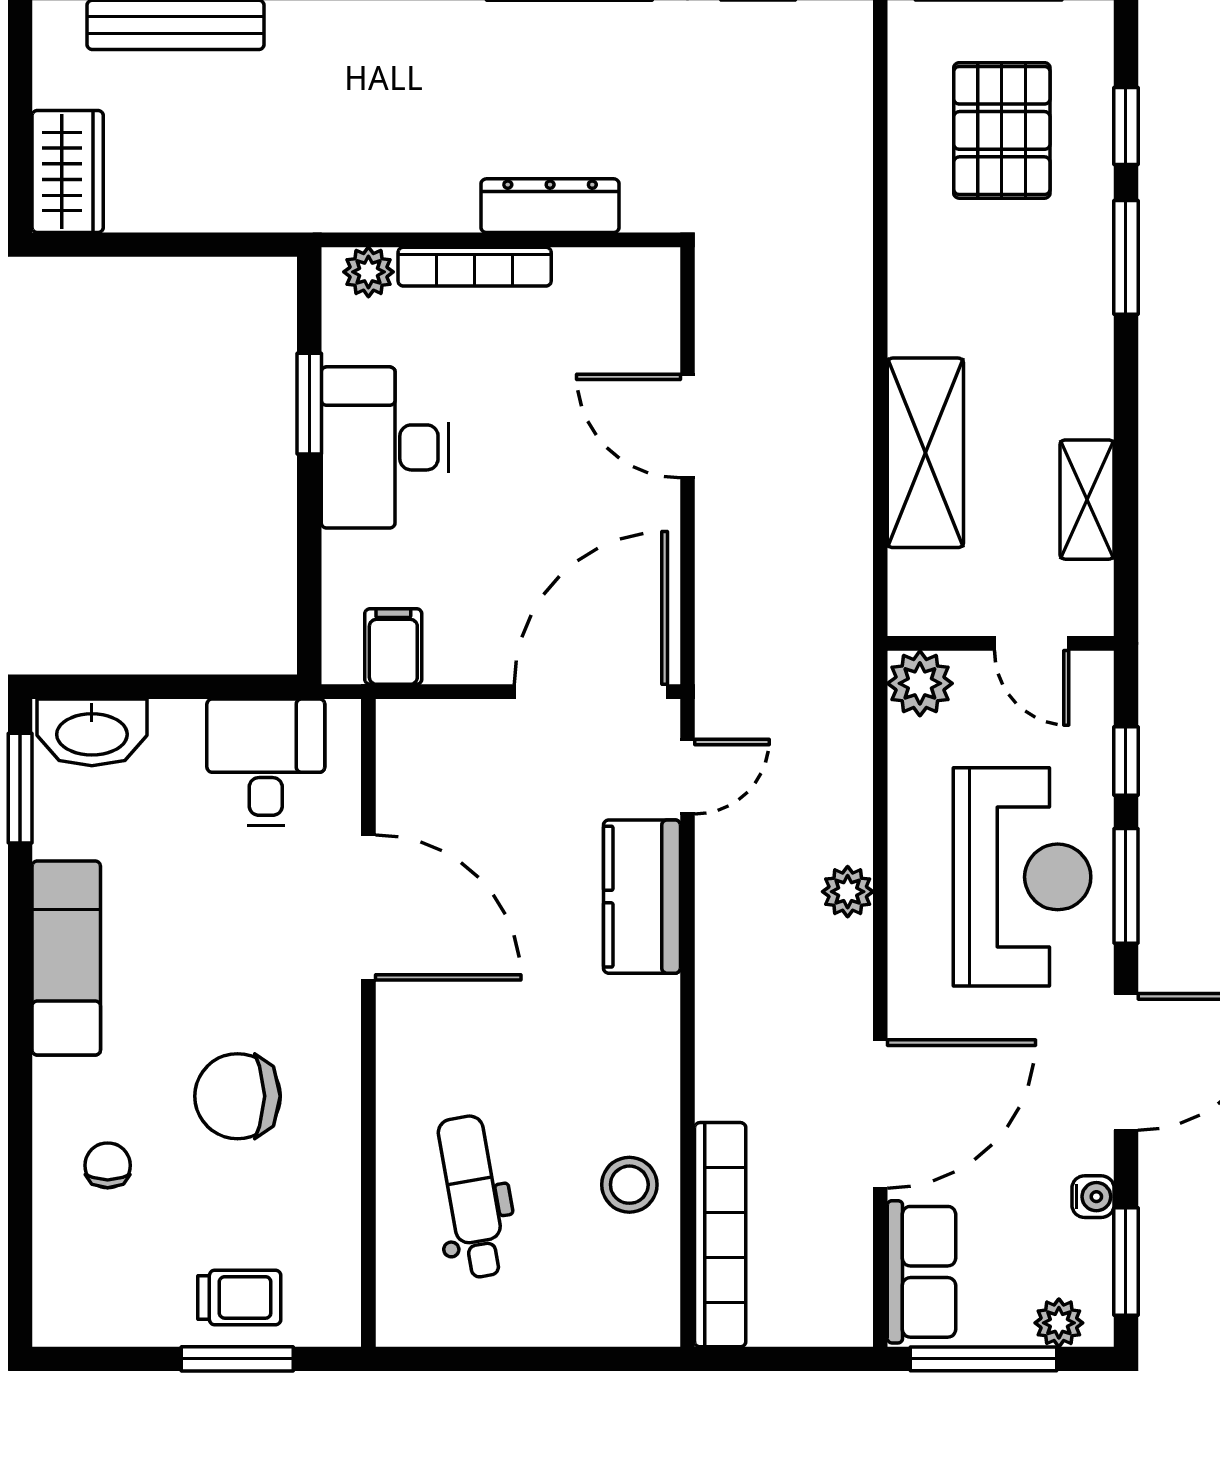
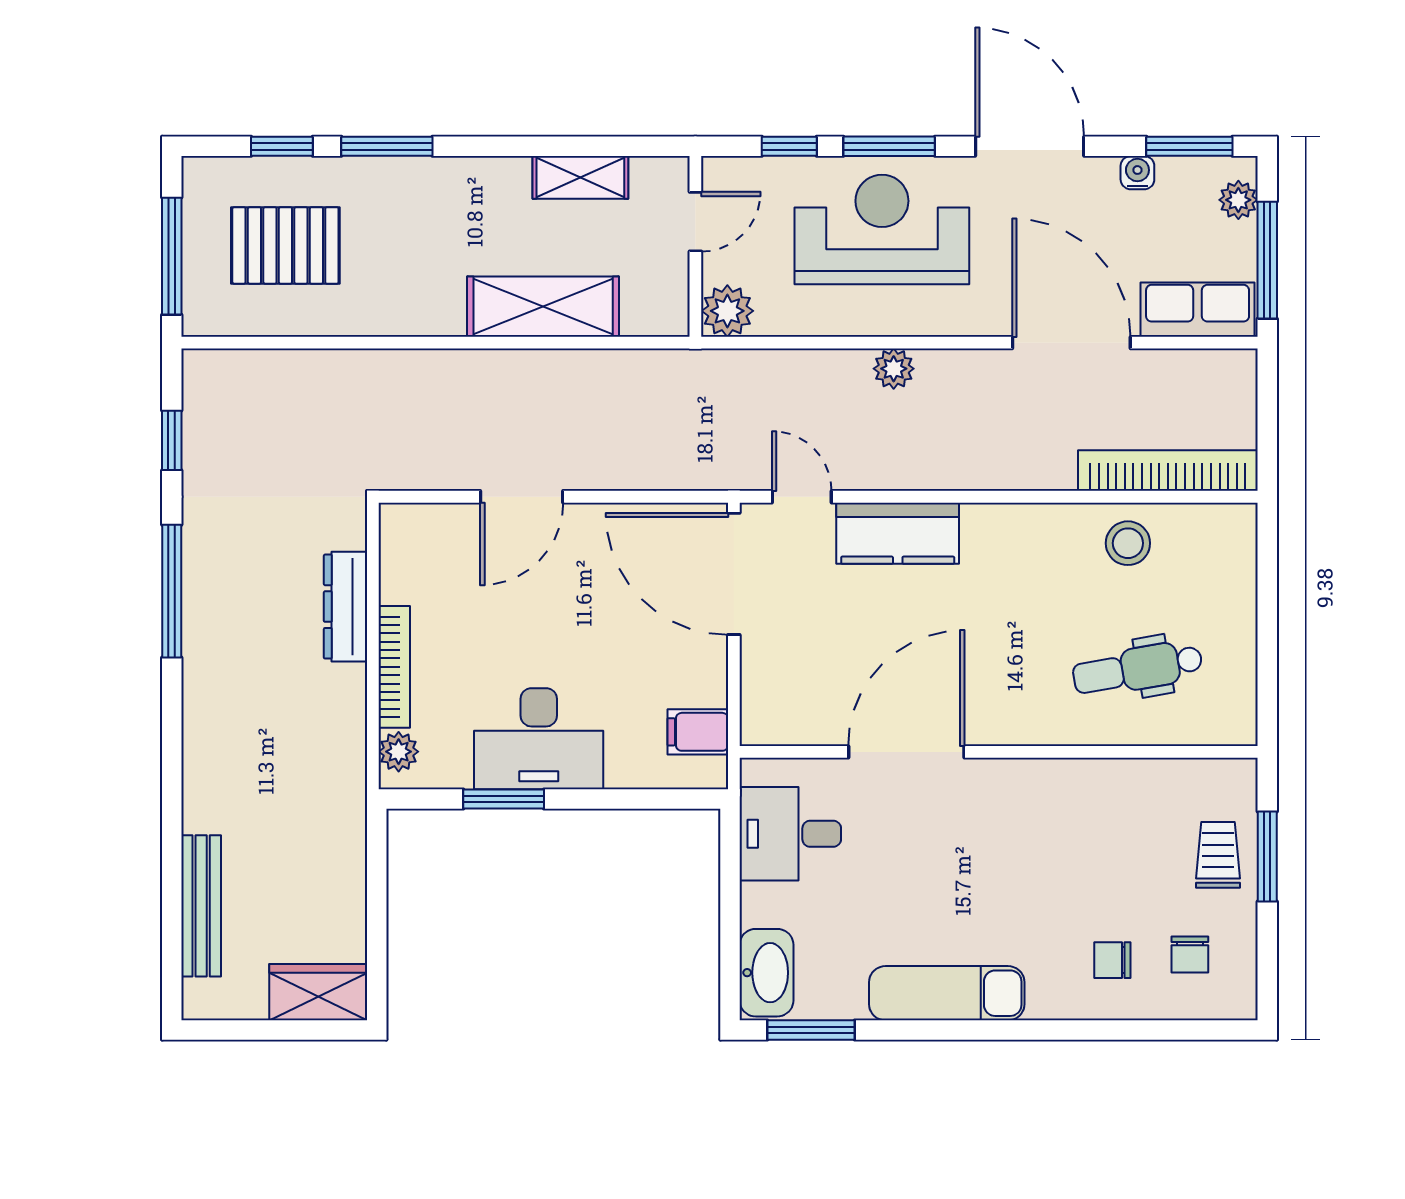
chair: (238, 1096) -> (1190, 954), moved, width x0.54, depth x0.54

